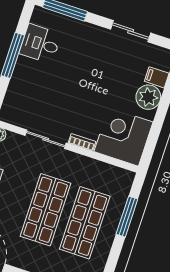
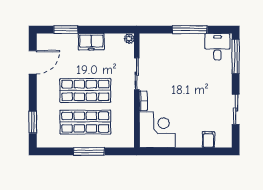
desk: (40, 44) -> (217, 47), moved
plant: (148, 97) -> (192, 138), removed
window: (127, 217) -> (89, 151), moved

